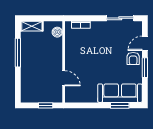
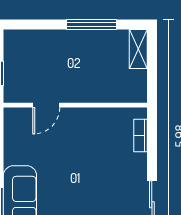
boiler: (57, 32) -> (128, 94), removed

